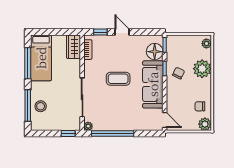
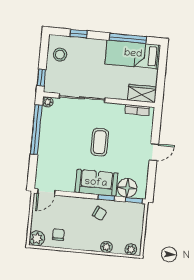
window: (100, 32) -> (156, 127), removed
plant: (202, 69) -> (106, 247), width x0.53, depth x0.53
sofa: (153, 84) -> (96, 183), width x0.73
window: (28, 106) -> (79, 34), width x0.46
stool: (41, 106) -> (60, 55), moved

